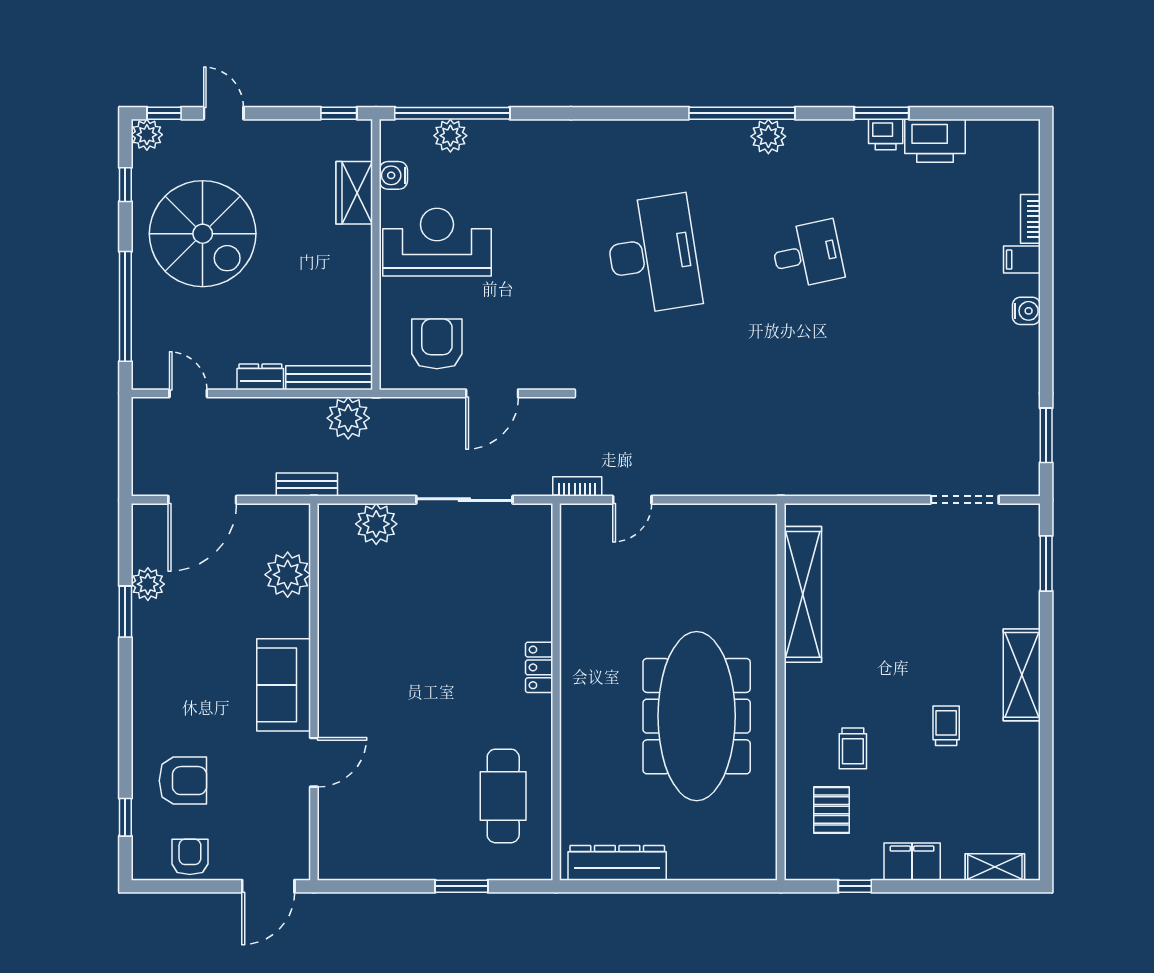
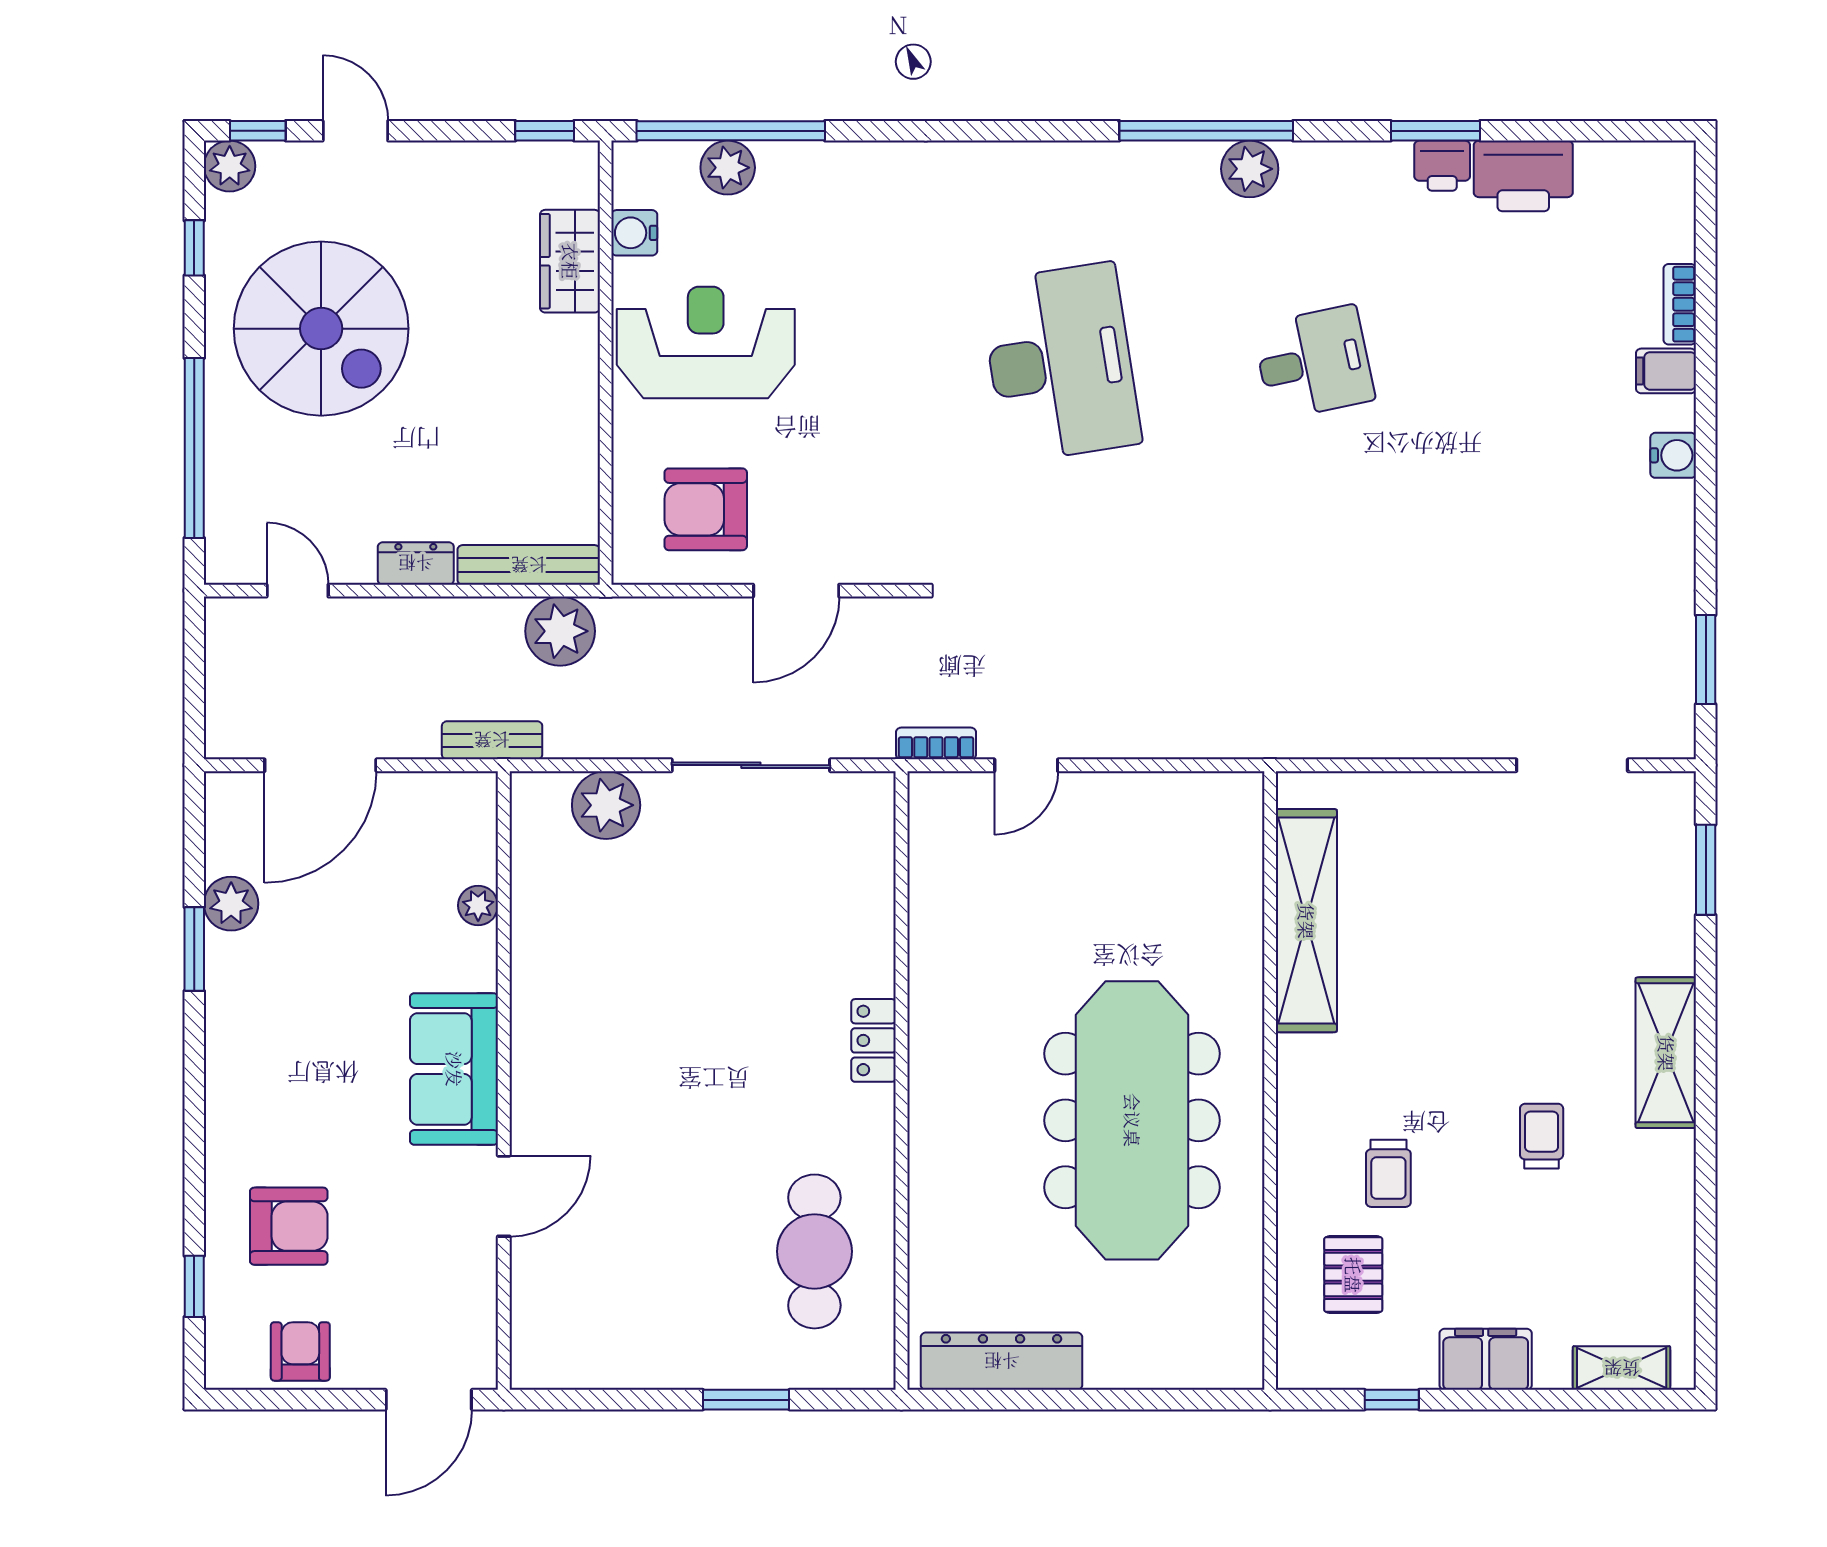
armchair: (437, 344) -> (706, 509), turned -90
plant: (288, 575) -> (478, 905), width x0.53, depth x0.53

